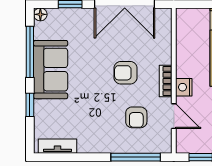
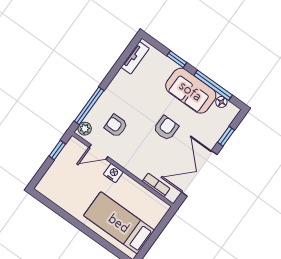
floor lamp: (40, 14) -> (221, 102), moved
armchair: (126, 73) -> (166, 128), moved
bookcase: (166, 81) -> (156, 185), moved
plant: (161, 146) -> (85, 129), added

